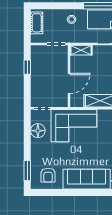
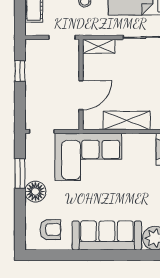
floor lamp: (38, 131) -> (35, 192), moved
window: (27, 171) -> (20, 173), moved
armchair: (48, 175) -> (50, 230), turned -90

